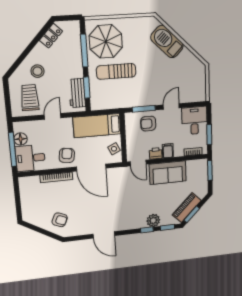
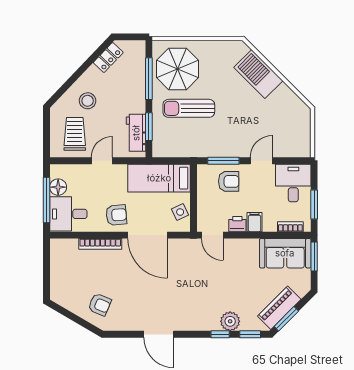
armchair: (148, 124) -> (229, 181), turned 180
armchair: (67, 155) -> (116, 215), turned 77
sofa: (168, 173) -> (285, 253), moved

